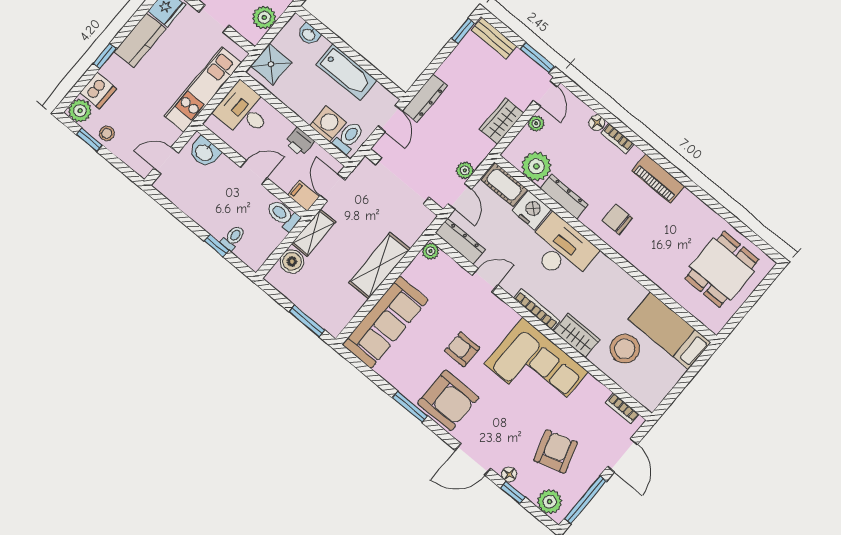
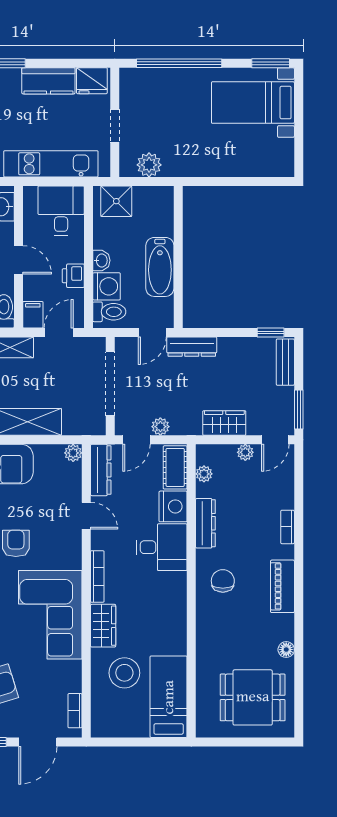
washbasin: (309, 34) -> (101, 260), moved, turned 180
floor lamp: (597, 123) -> (286, 650), moved
plant: (536, 166) -> (204, 474), width x0.53, depth x0.53
desk: (561, 249) -> (162, 547), width x0.73

